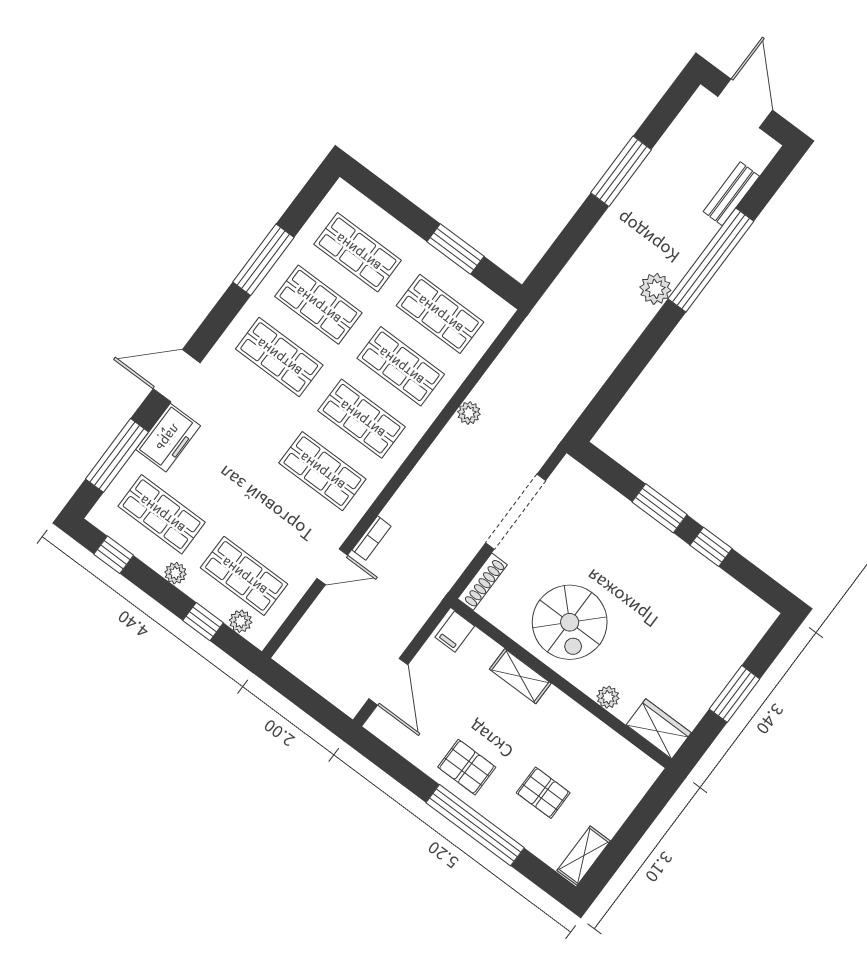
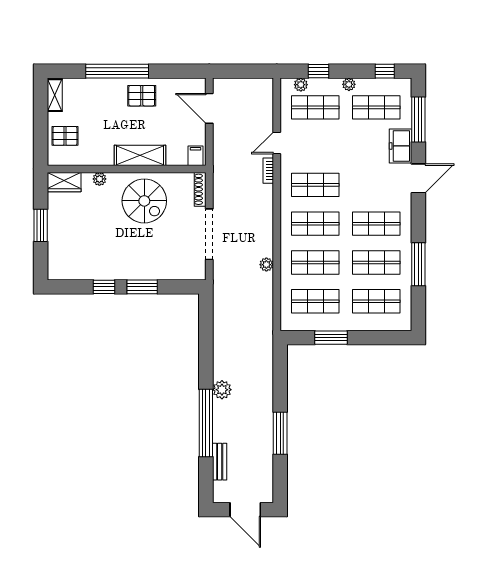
spiral stairs: (570, 622) -> (144, 201), turned 180
shelving: (520, 676) -> (140, 155), width x1.50, depth x1.33
pallet: (543, 793) -> (65, 136), moved

